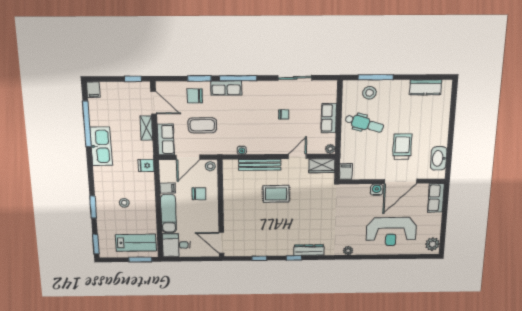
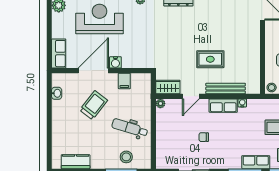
row of seats: (329, 118) -> (223, 106), moved, turned 90
trolley: (402, 147) -> (94, 105), turned -142
washbasin: (439, 158) -> (57, 93), width x0.52, depth x0.69
filing cabinet: (346, 172) -> (124, 81), moved

